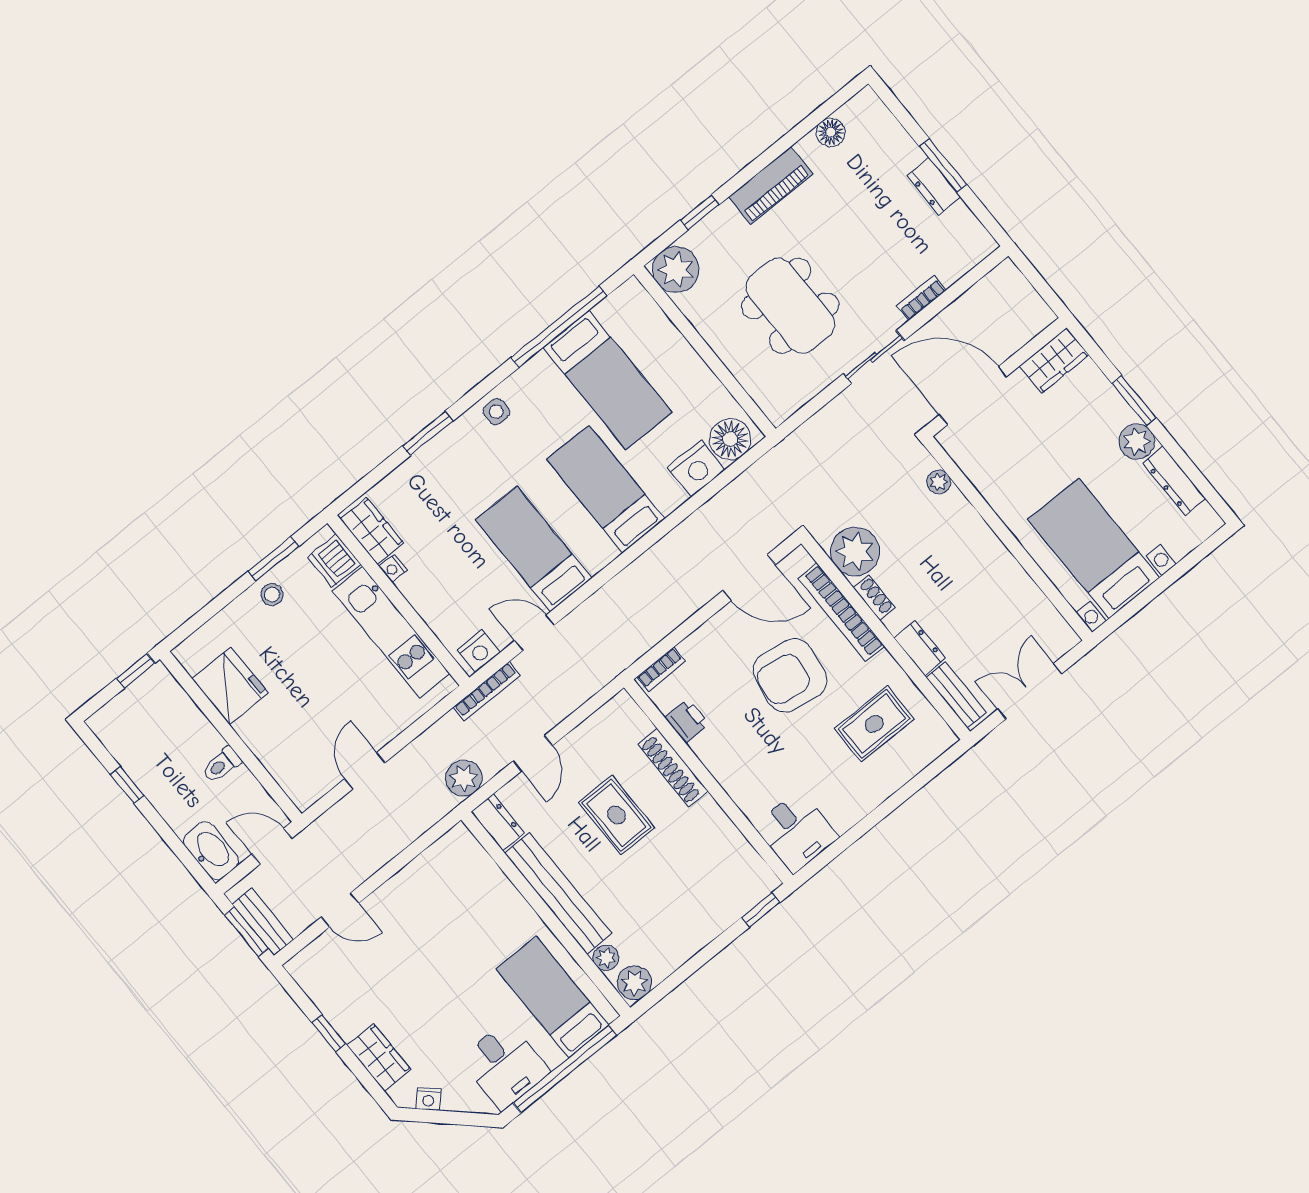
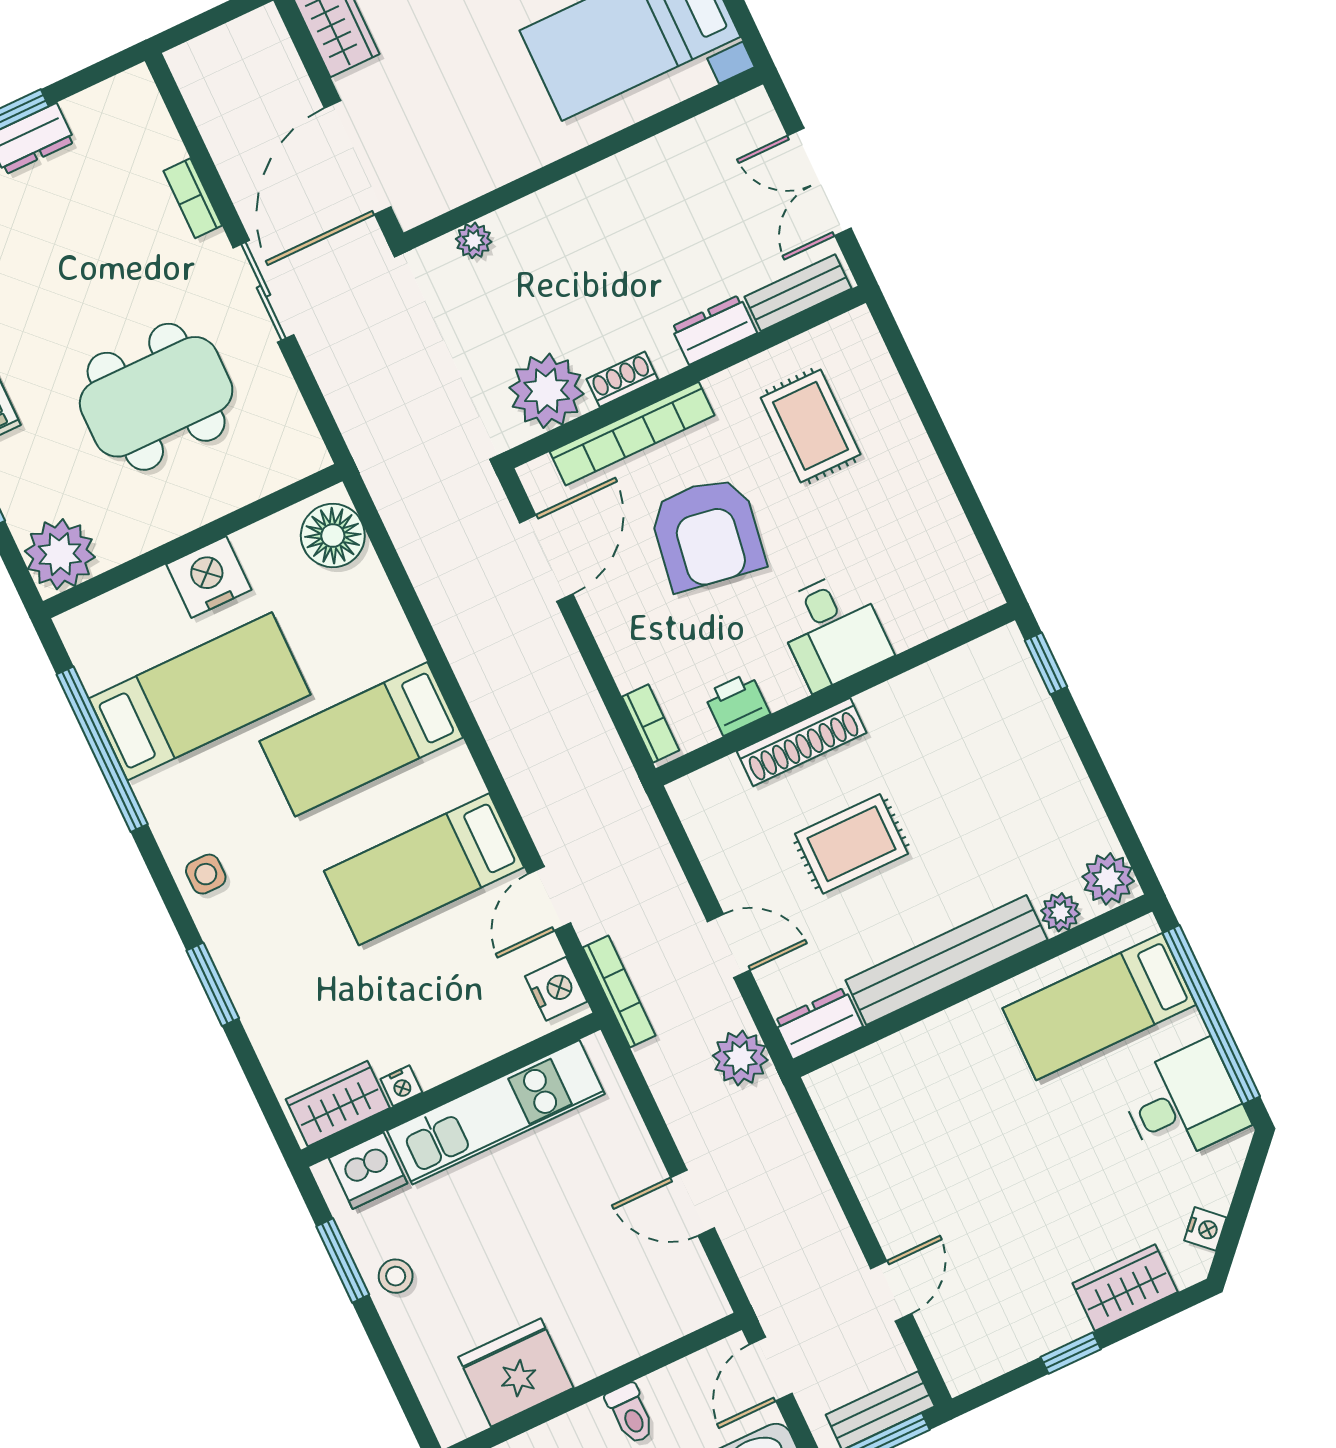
nightstand: (696, 468) -> (209, 577), moved, turned -90
desk: (797, 831) -> (833, 630), moved, turned 90

